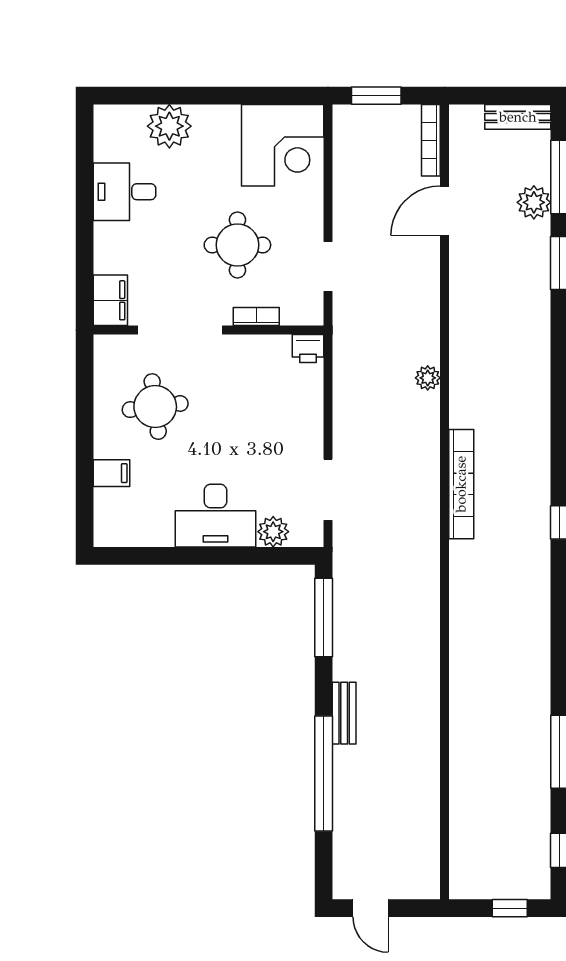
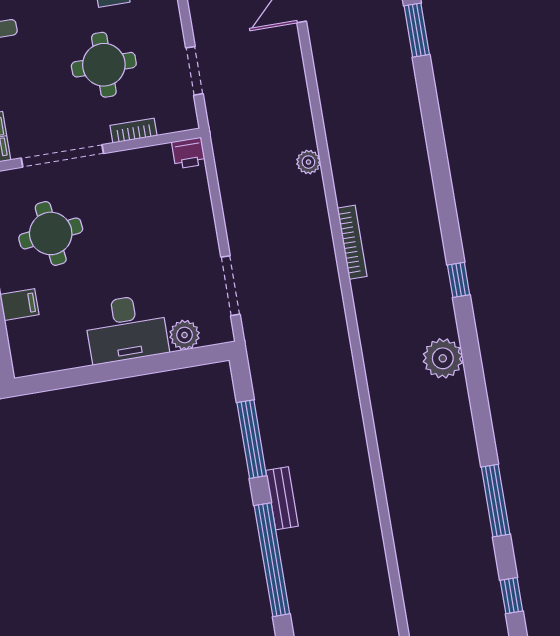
bookcase: (461, 484) -> (352, 242), width x0.68, depth x0.76
plant: (530, 599) -> (443, 358), added
window: (324, 618) -> (252, 439), moved

